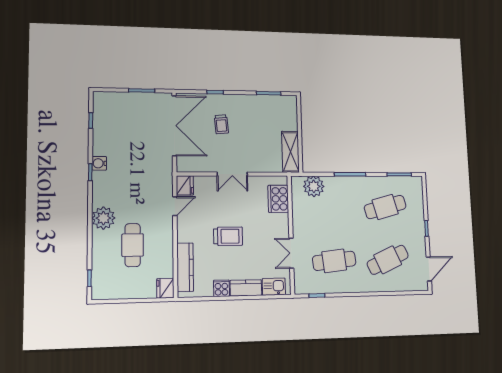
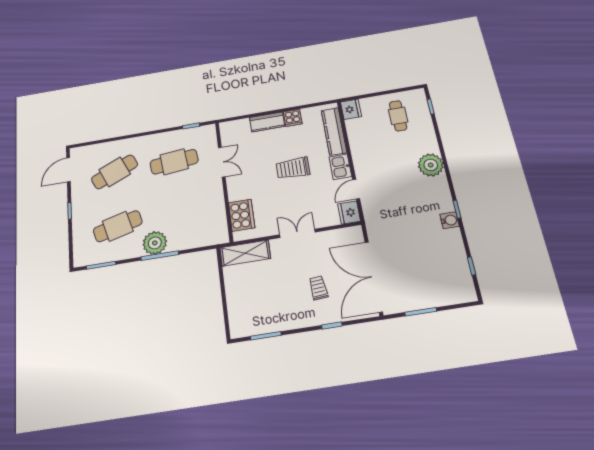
shelving: (290, 152) -> (245, 253), moved, turned 90
plant: (314, 186) -> (155, 243), moved
cafe table: (133, 245) -> (398, 116), moved, width x0.73, depth x0.74
kitchen sink: (274, 287) -> (340, 167), moved, turned 90

